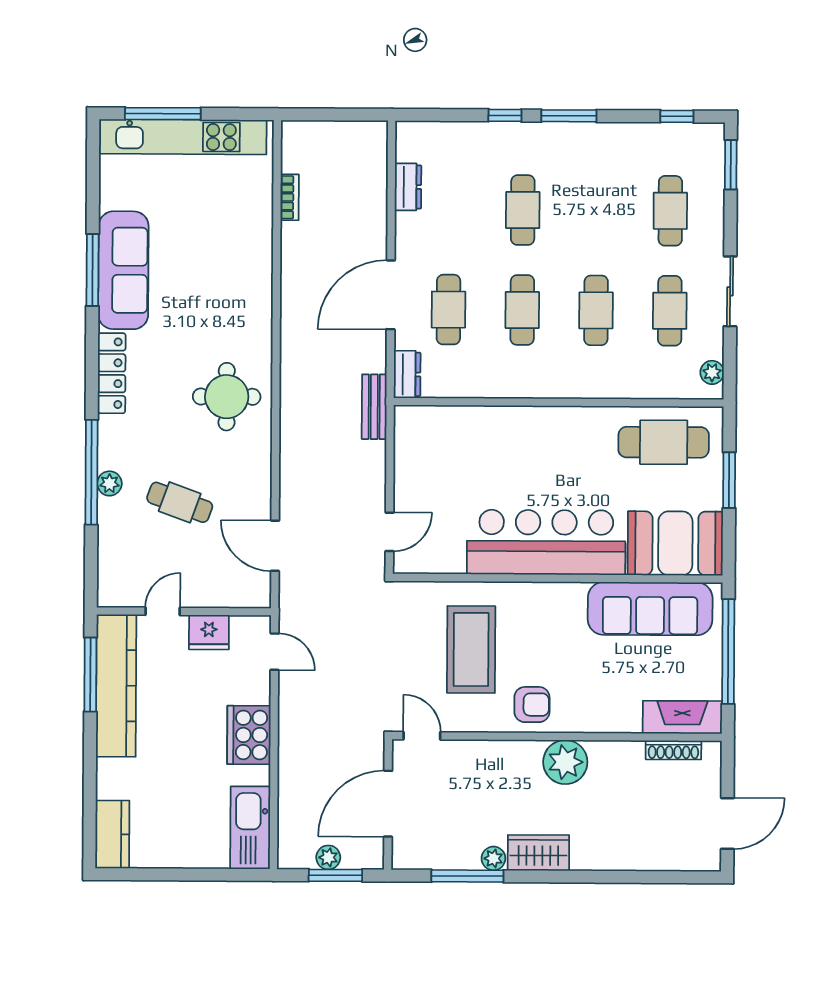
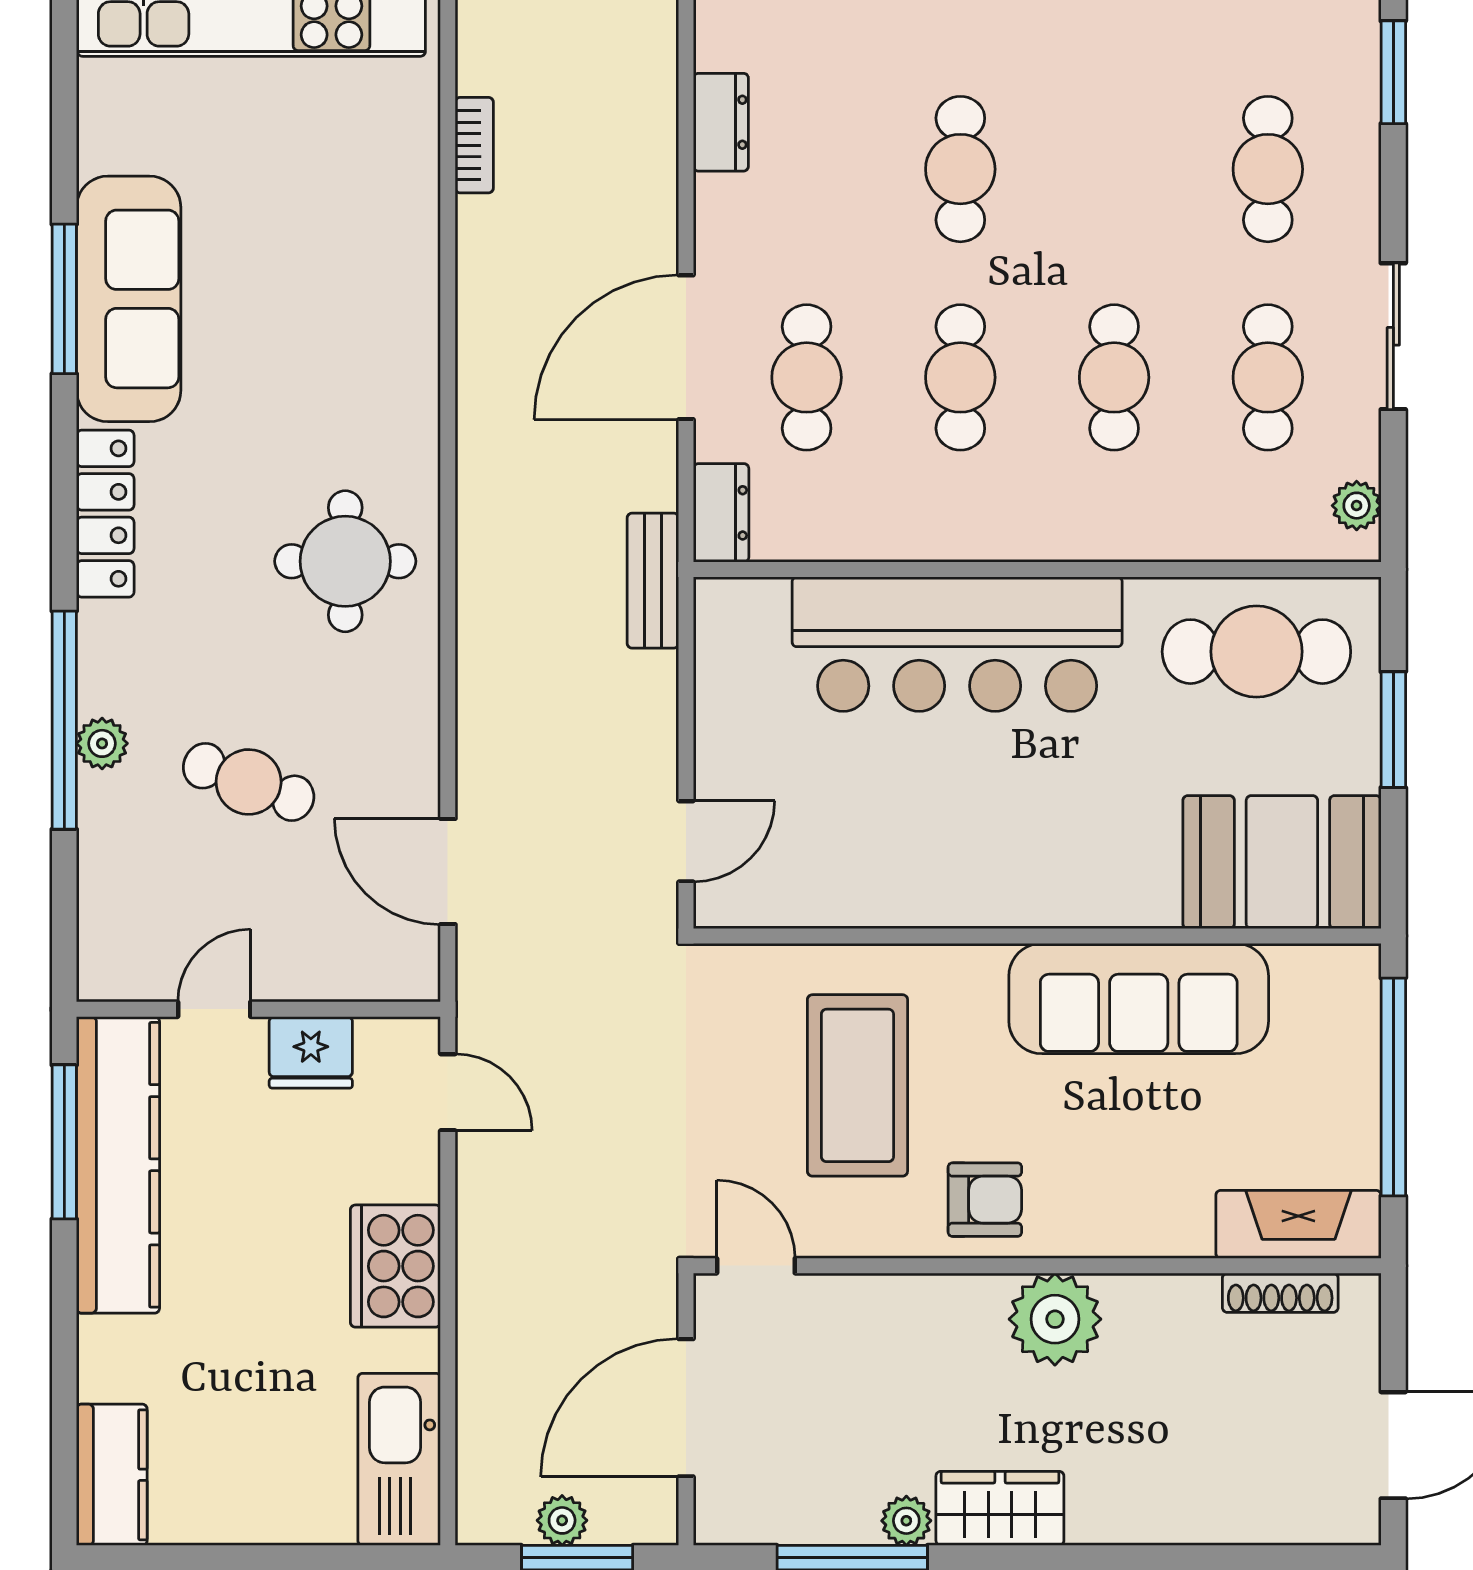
bar counter: (546, 542) -> (957, 644), moved, turned 180
sofa: (650, 609) -> (1139, 998), moved

